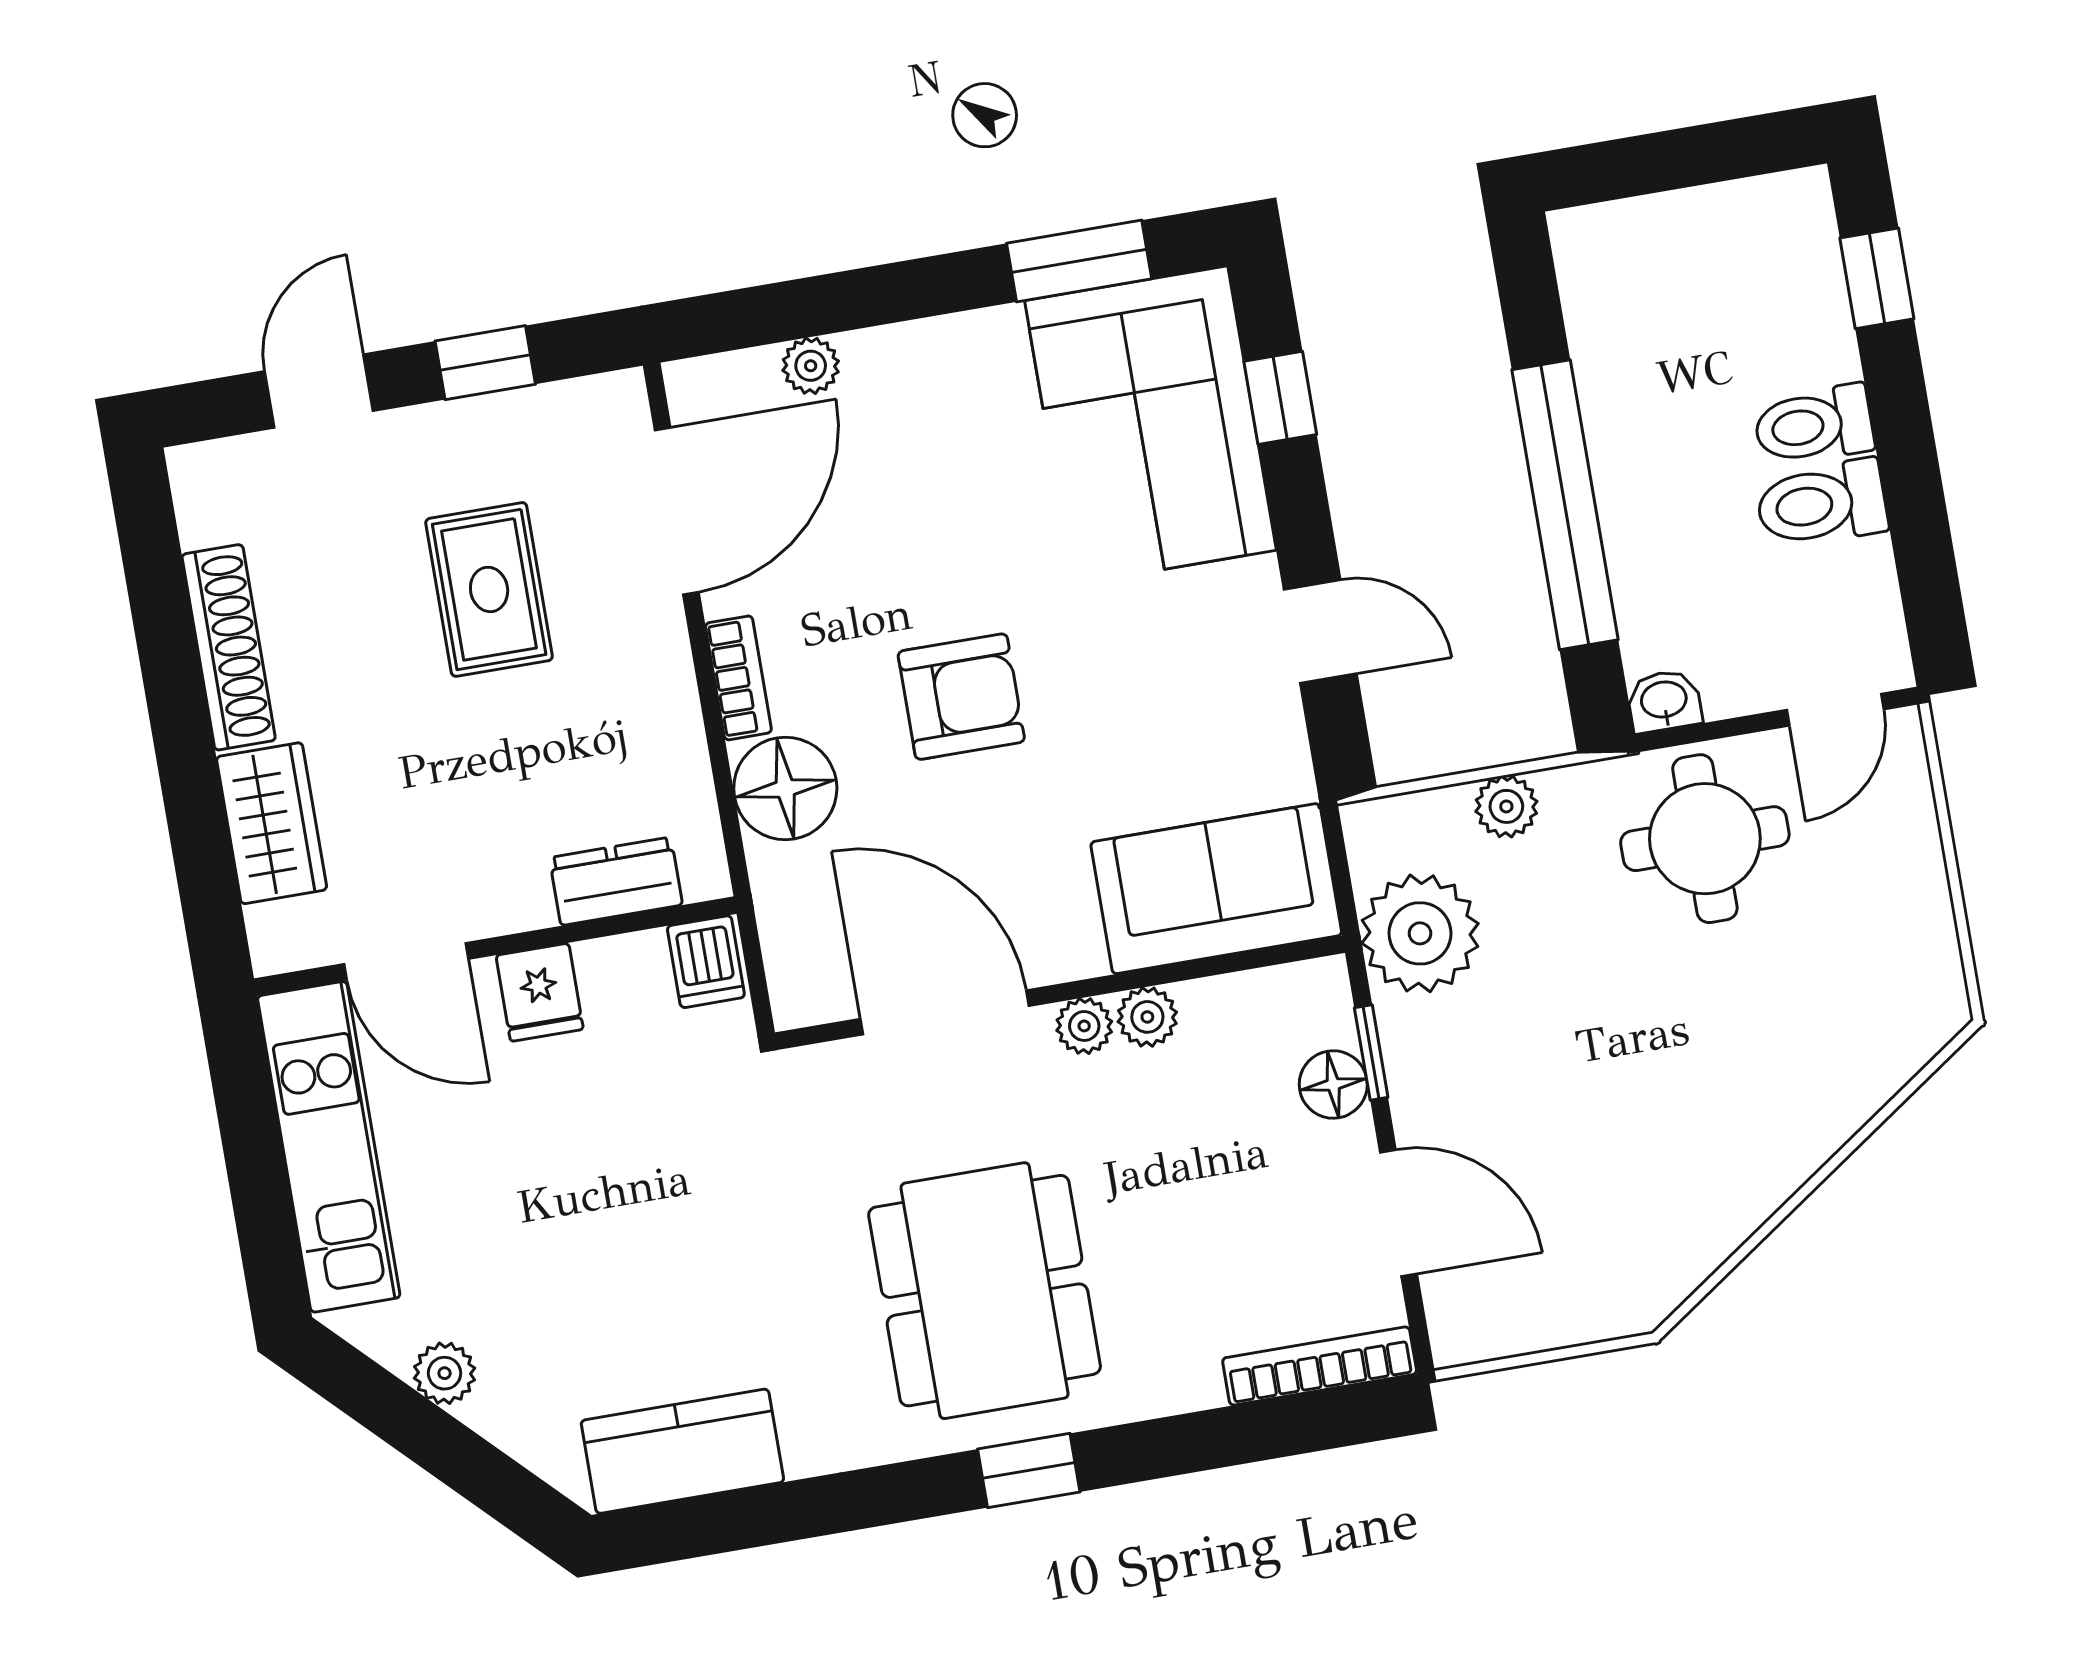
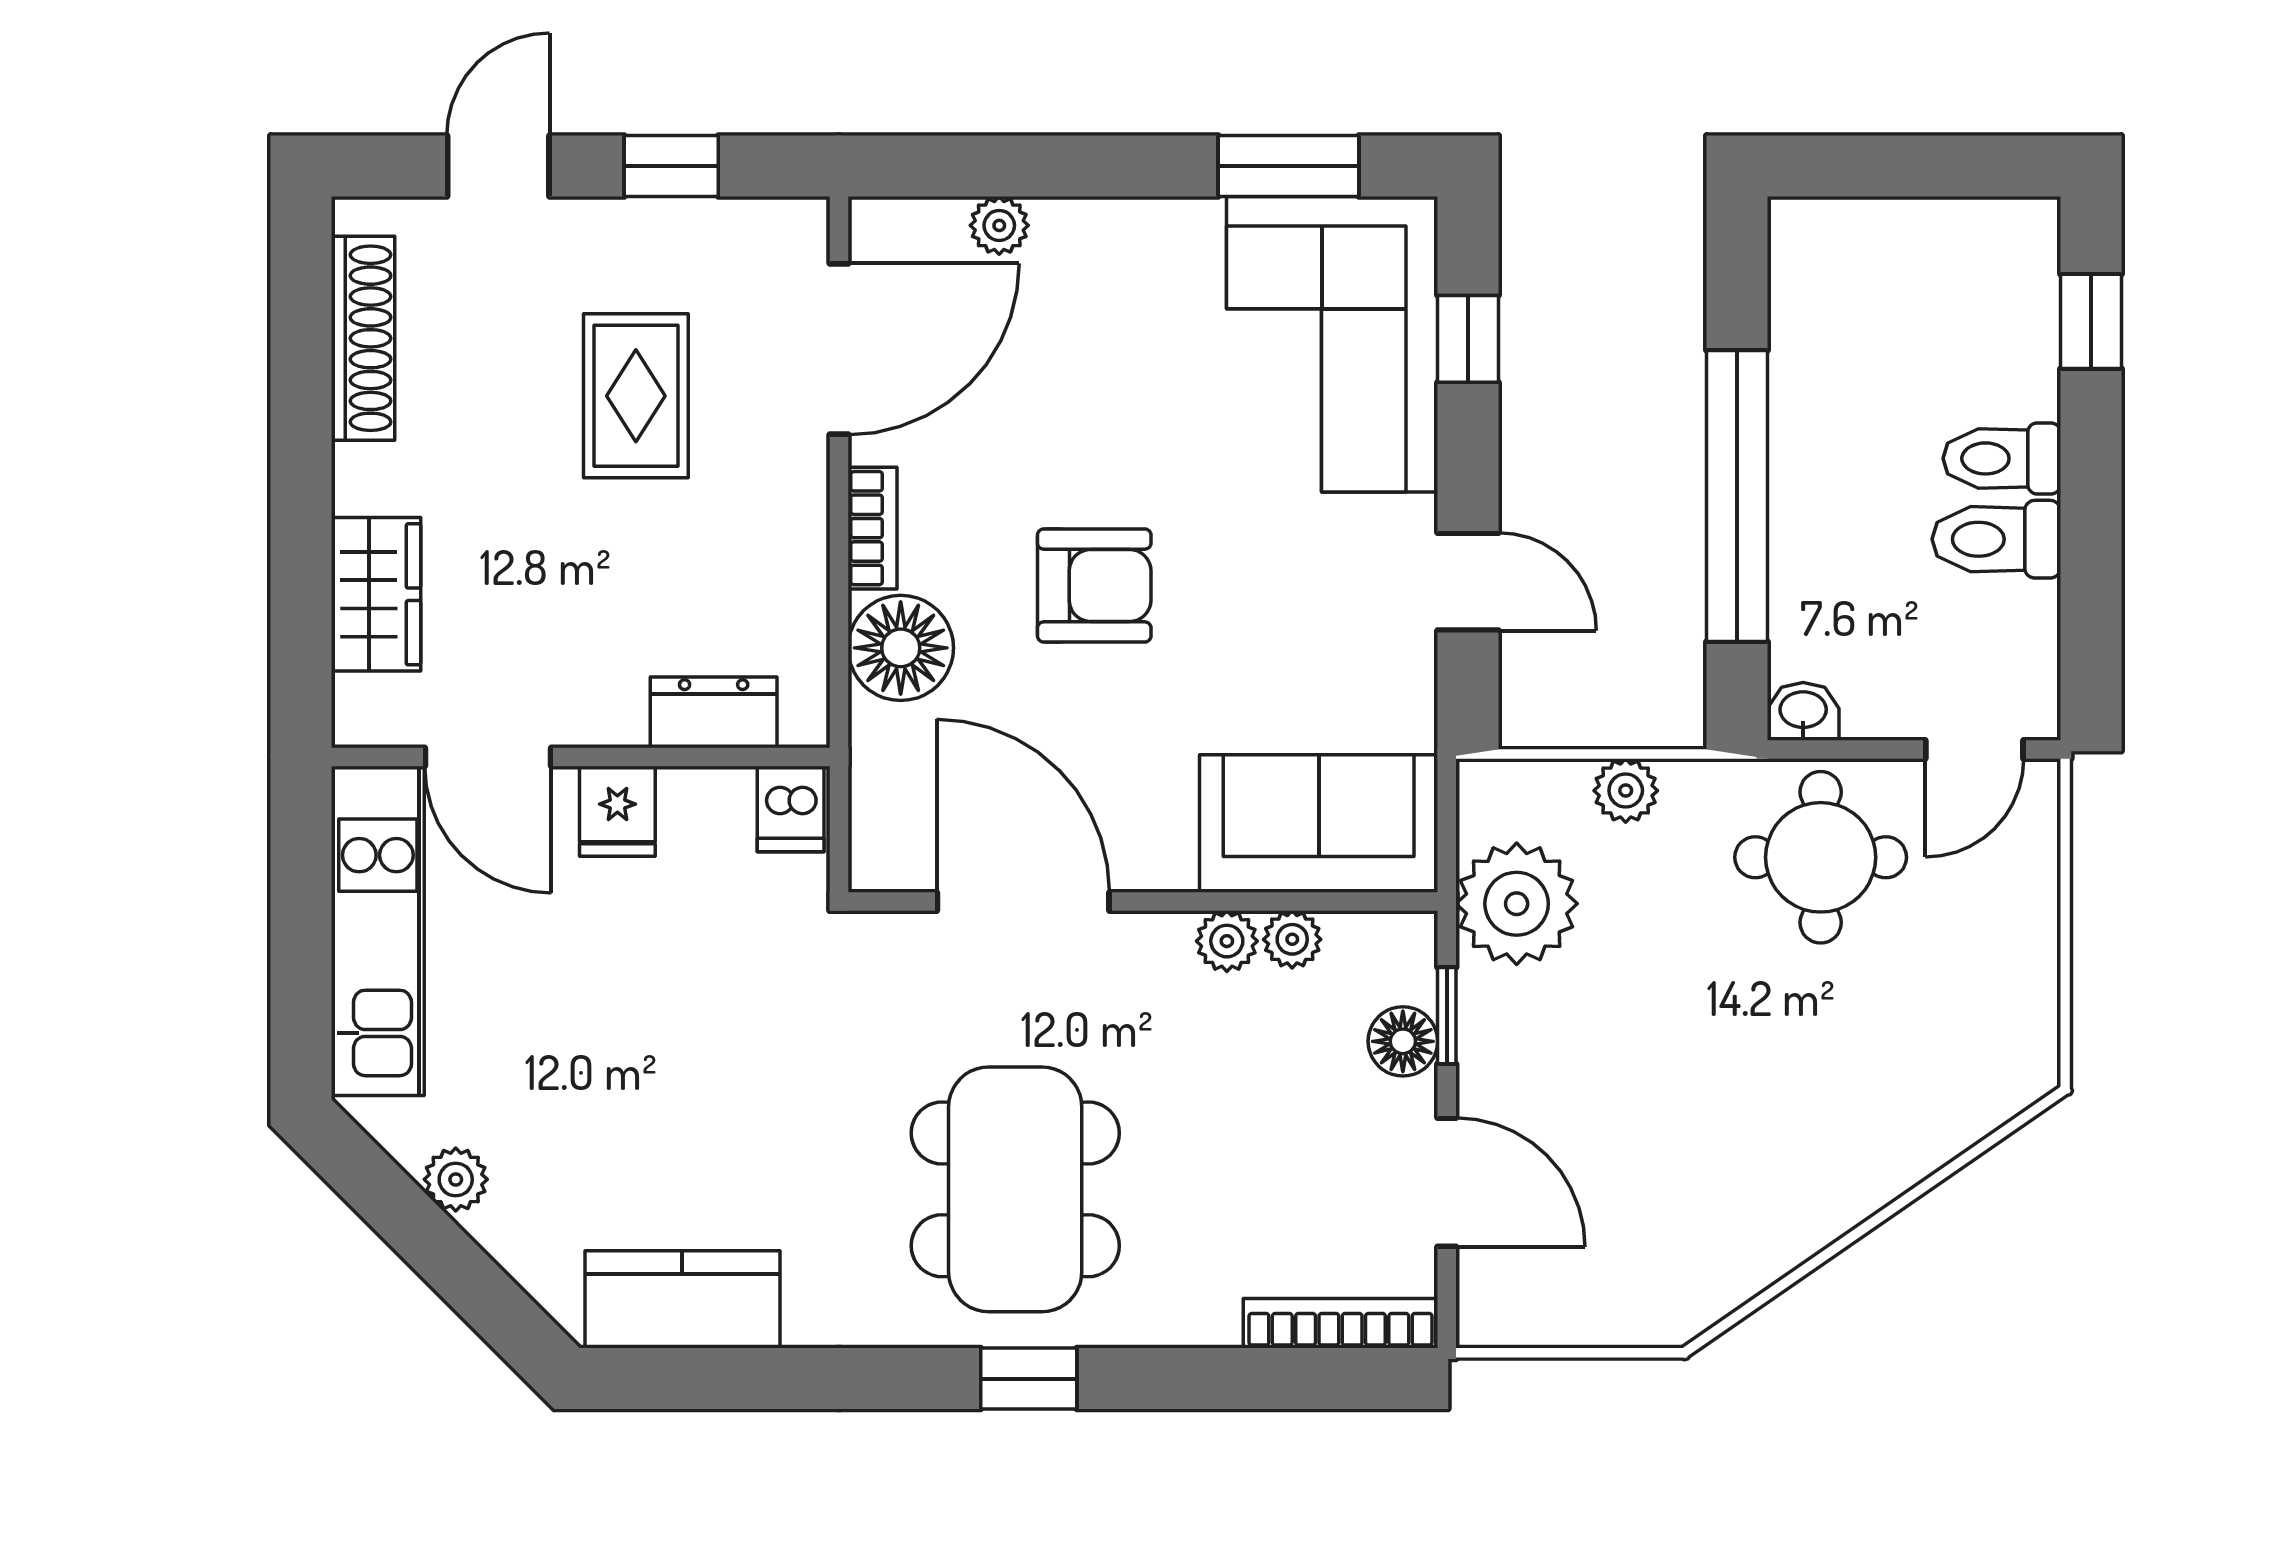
shoe rack: (229, 647) -> (363, 338), moved
plant: (1084, 1026) -> (1292, 939), moved

